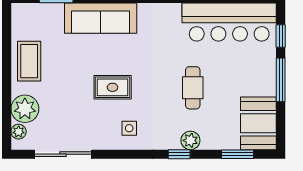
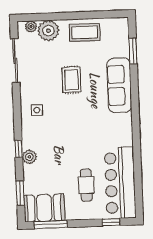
window: (281, 80) -> (51, 225), moved
rug: (113, 87) -> (71, 80), moved
cafe table: (193, 88) -> (86, 185), moved, turned 90

